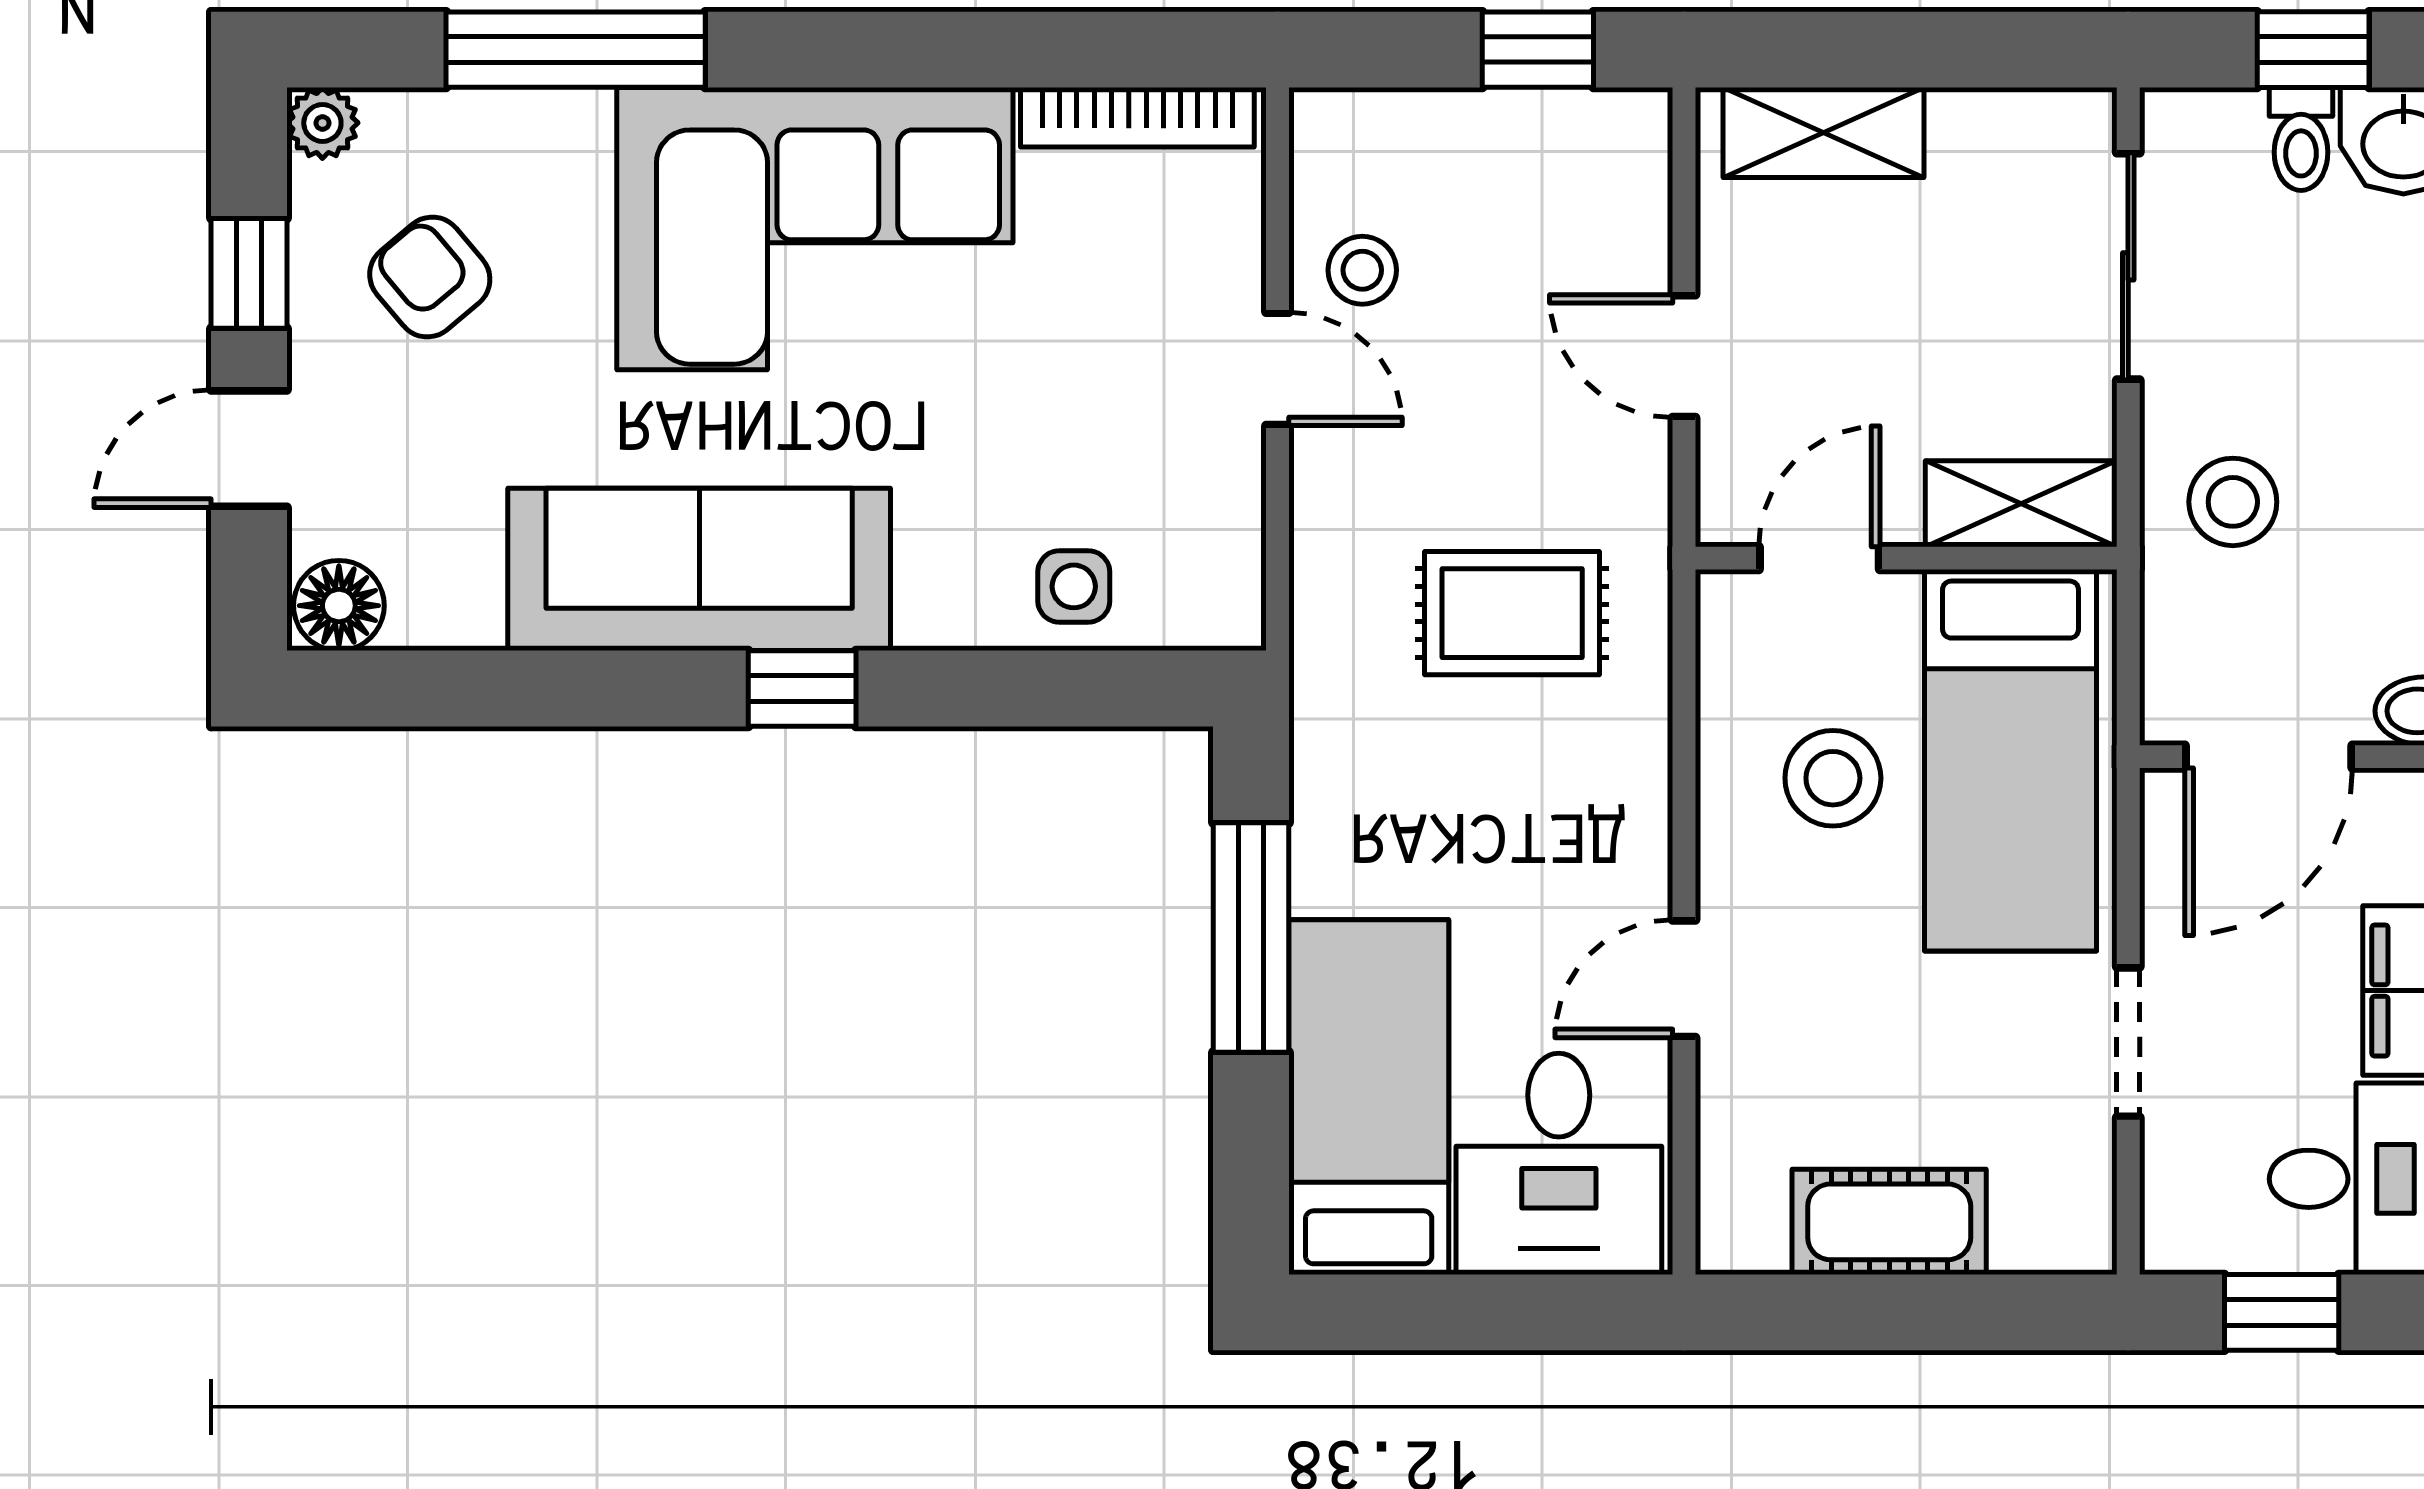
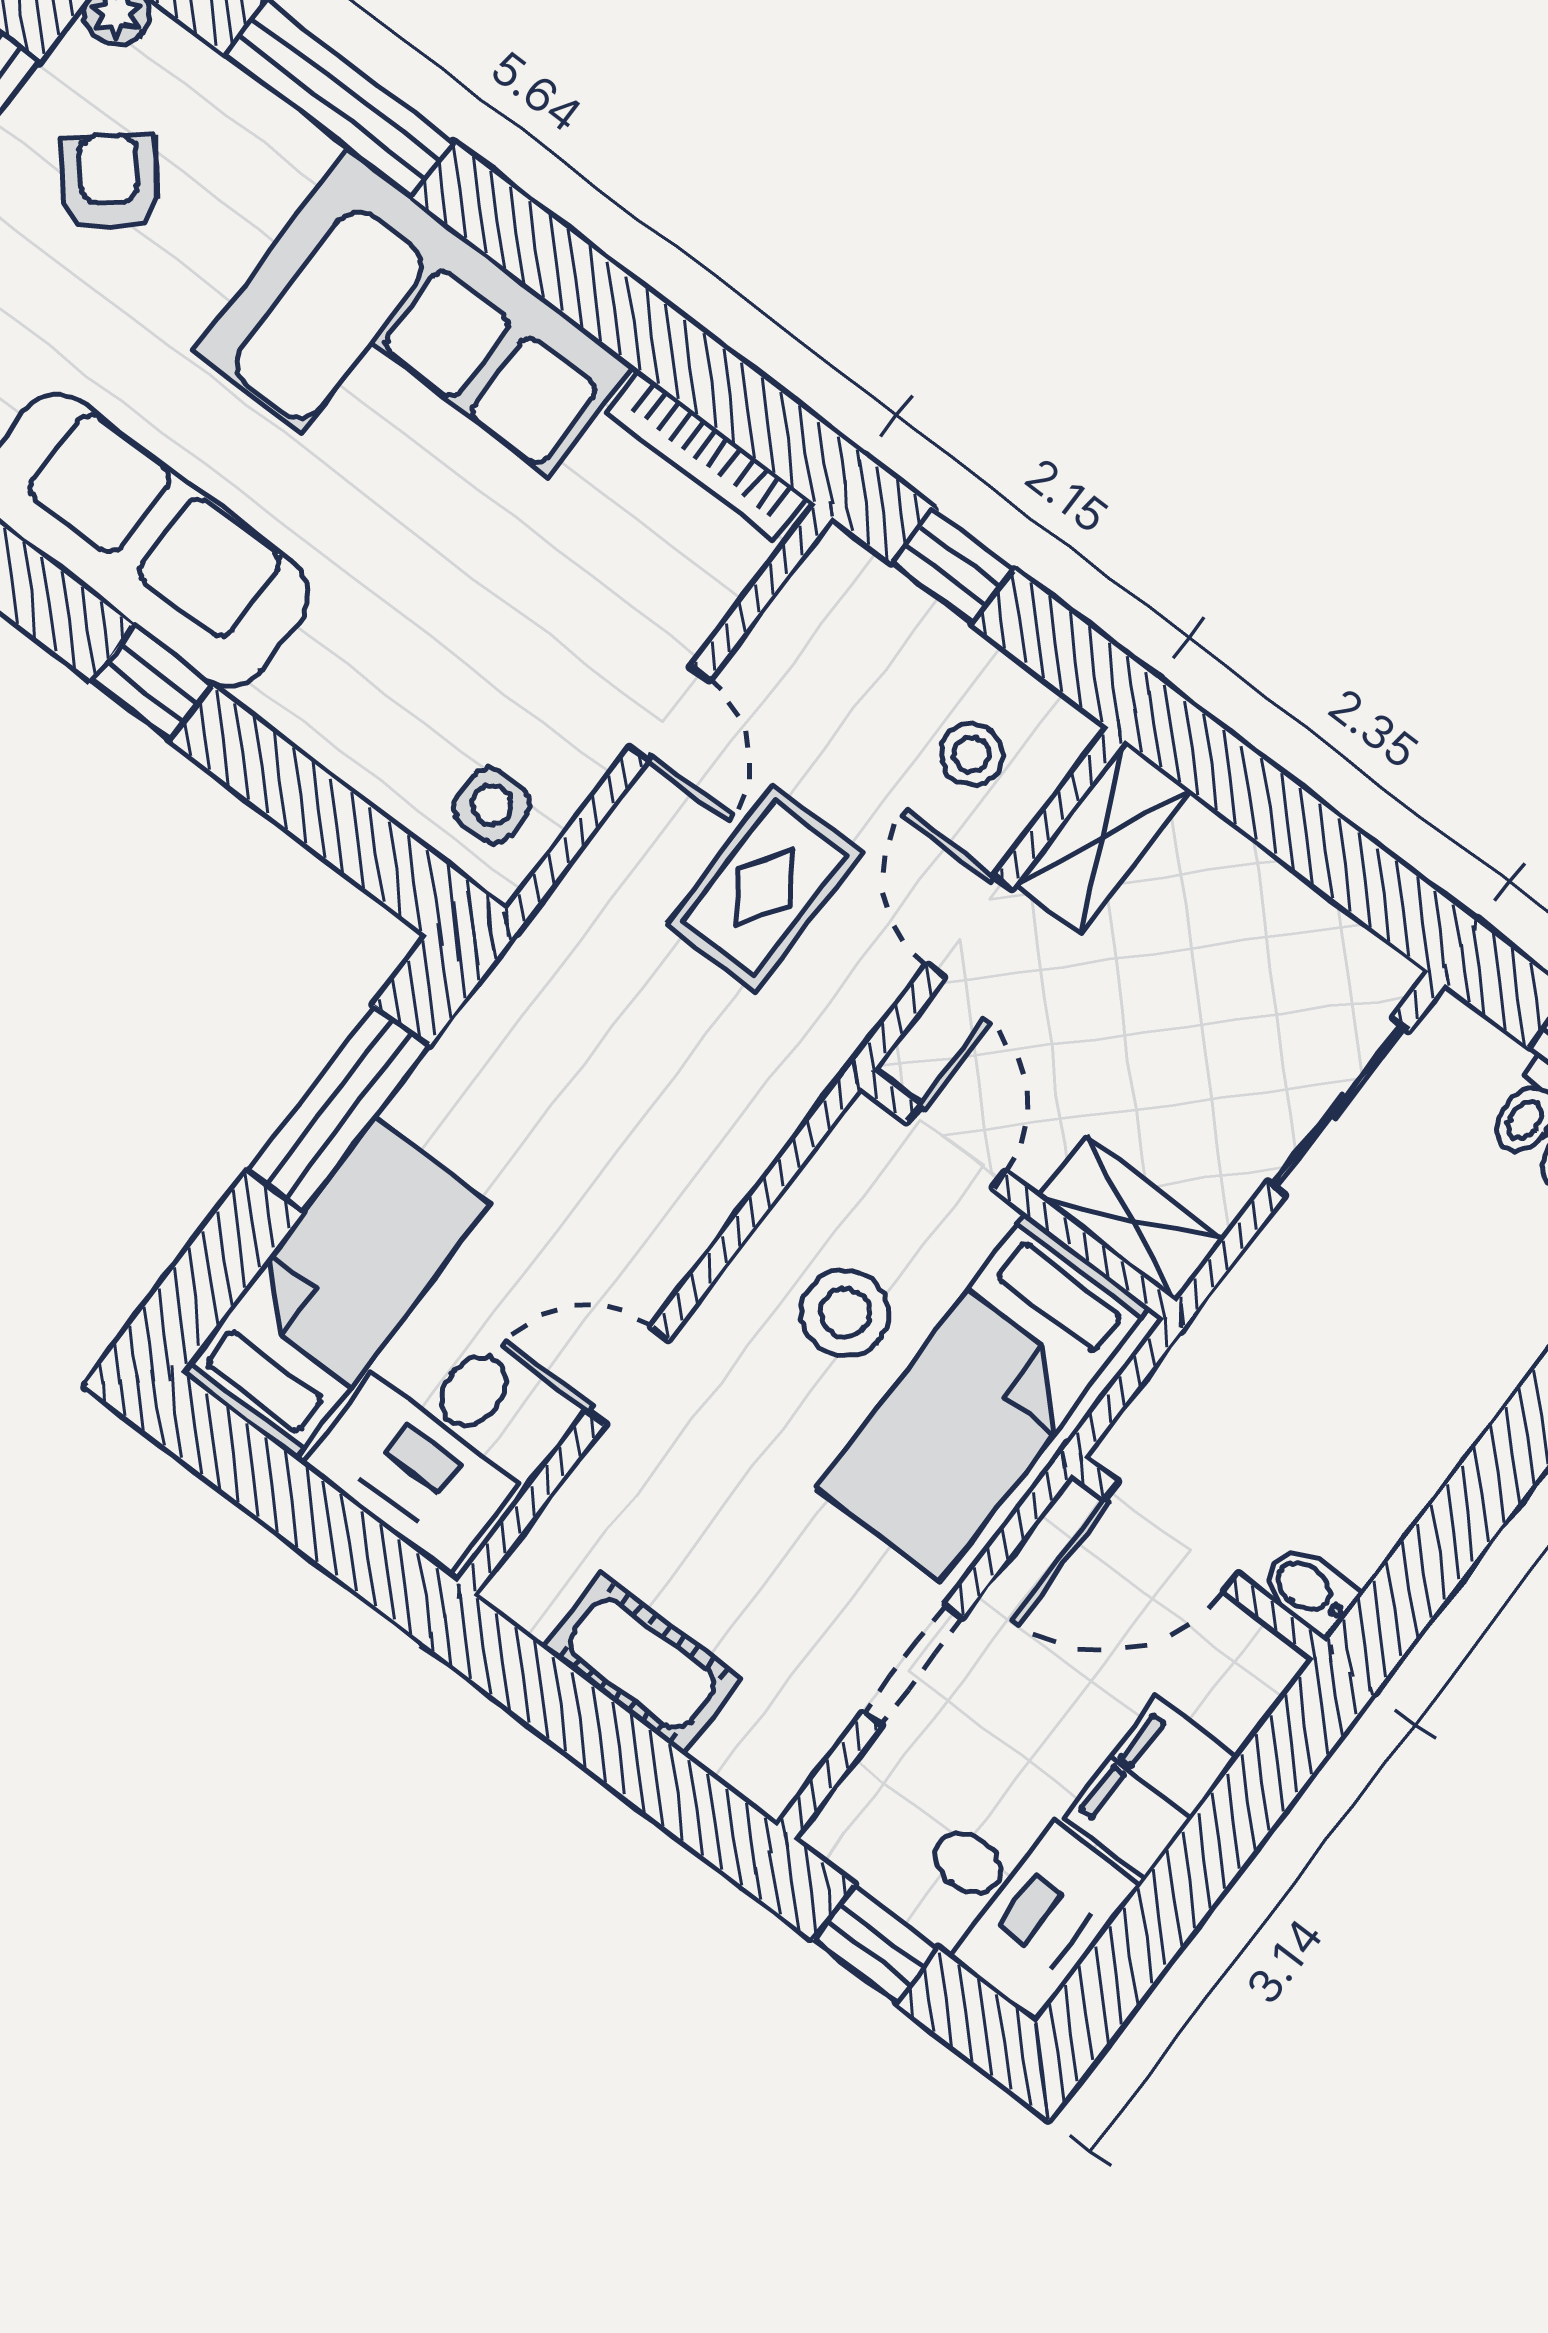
window: (1538, 50) -> (953, 566), moved
shelving: (1823, 133) -> (1102, 837), moved, turned 90
stool: (1362, 270) -> (971, 754), moved
stool: (2233, 502) -> (1285, 1333), removed
door: (1819, 558) -> (956, 1147), hinge flipped
side table: (1074, 586) -> (492, 805), moved
rug: (1512, 613) -> (764, 888), moved, turned 90

